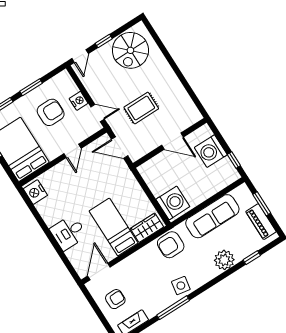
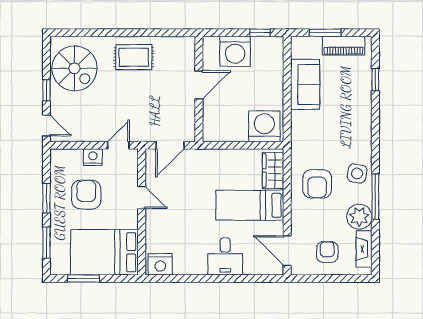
rug: (141, 108) -> (134, 57), moved, turned 90
sofa: (212, 216) -> (305, 84), width x0.73
armchair: (171, 245) -> (317, 184), moved
plant: (224, 260) -> (359, 217), moved

